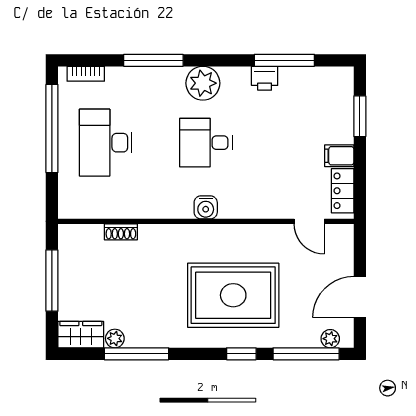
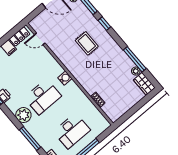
desk: (206, 143) -> (43, 97), width x1.37
door: (309, 221) -> (40, 39), swing flipped
window: (52, 281) -> (134, 109), removed
rug: (233, 295) -> (87, 43), width x0.54, depth x0.49

